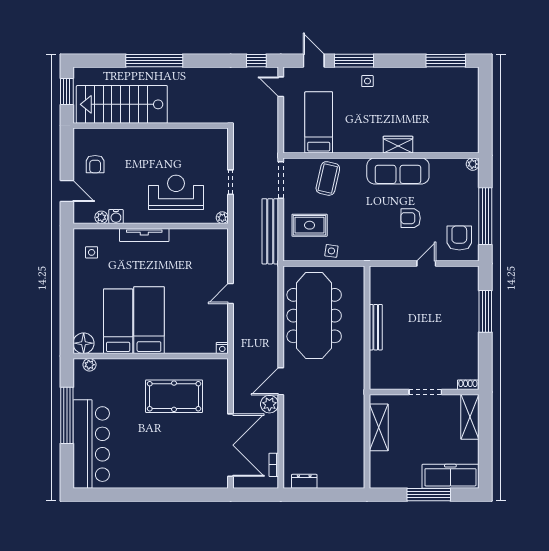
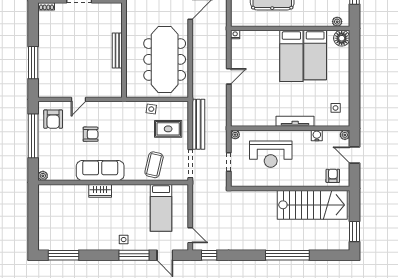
stairs: (122, 104) -> (312, 205), moved
wall: (151, 126) -> (290, 188), moved
plant: (101, 217) -> (345, 135), moved

